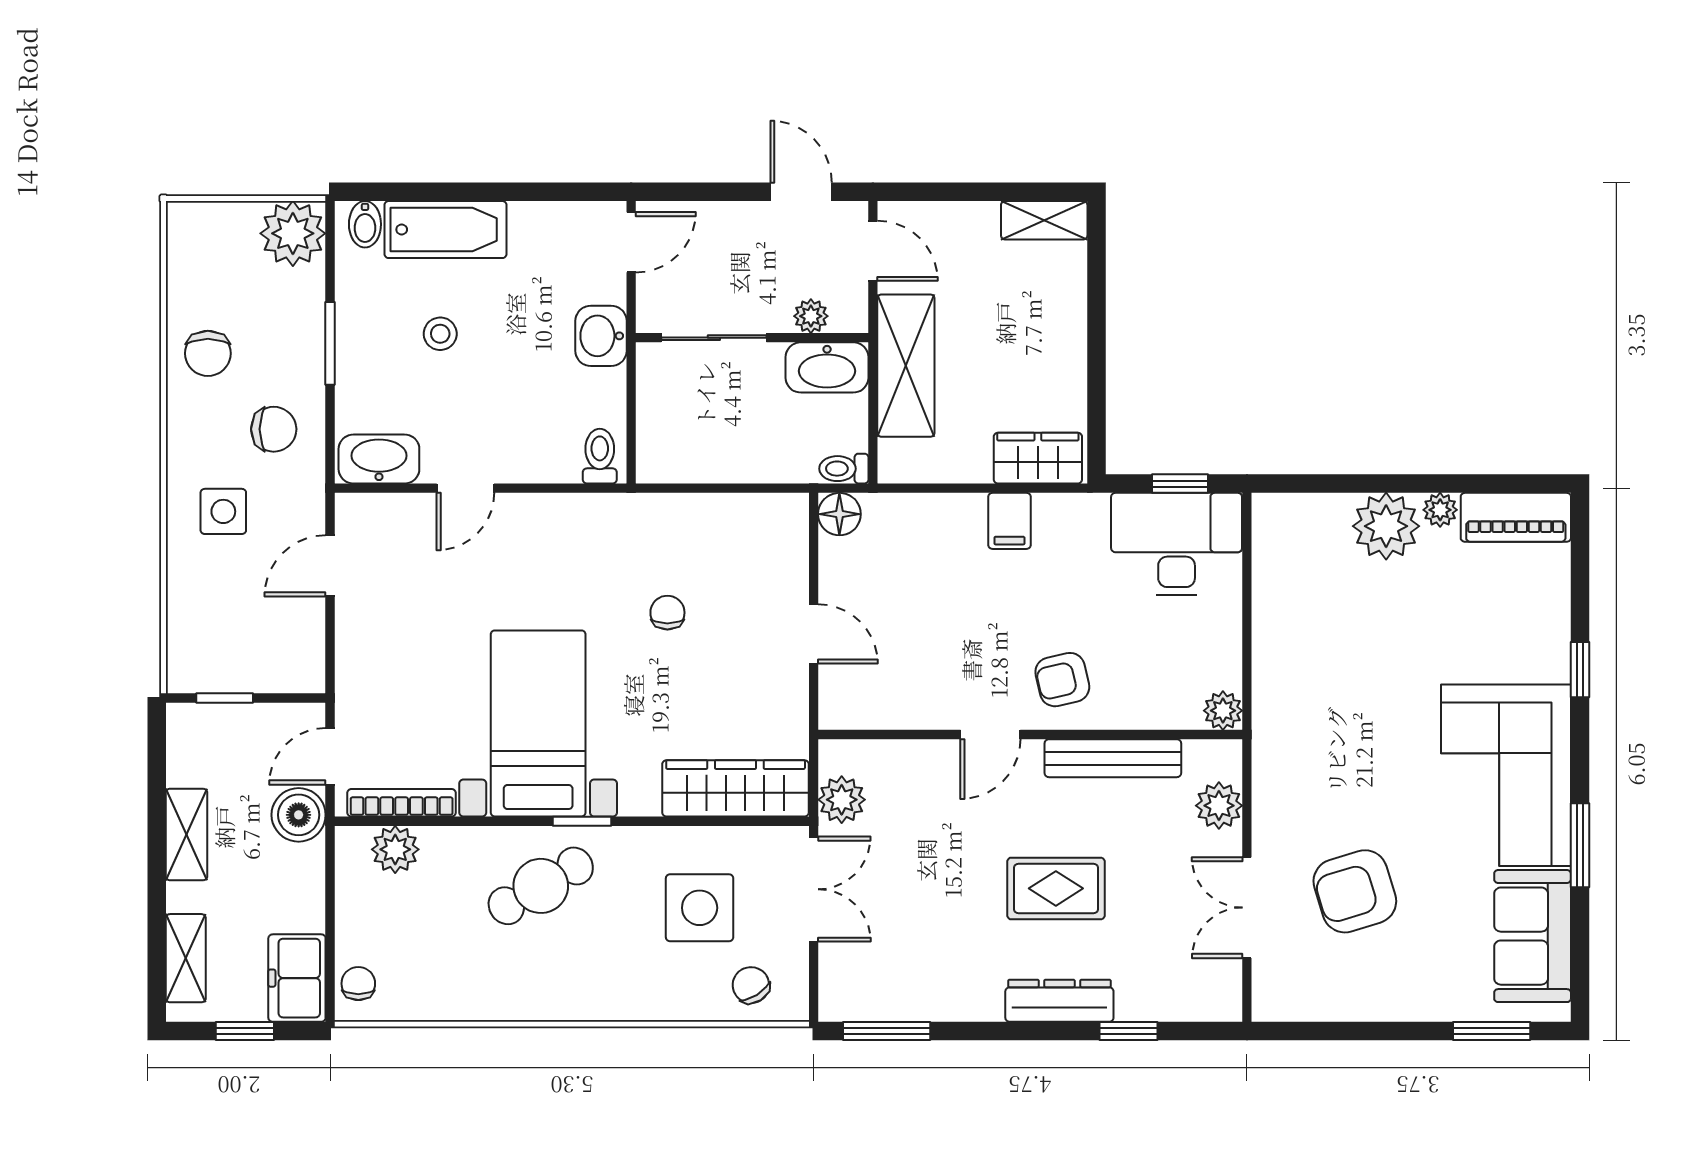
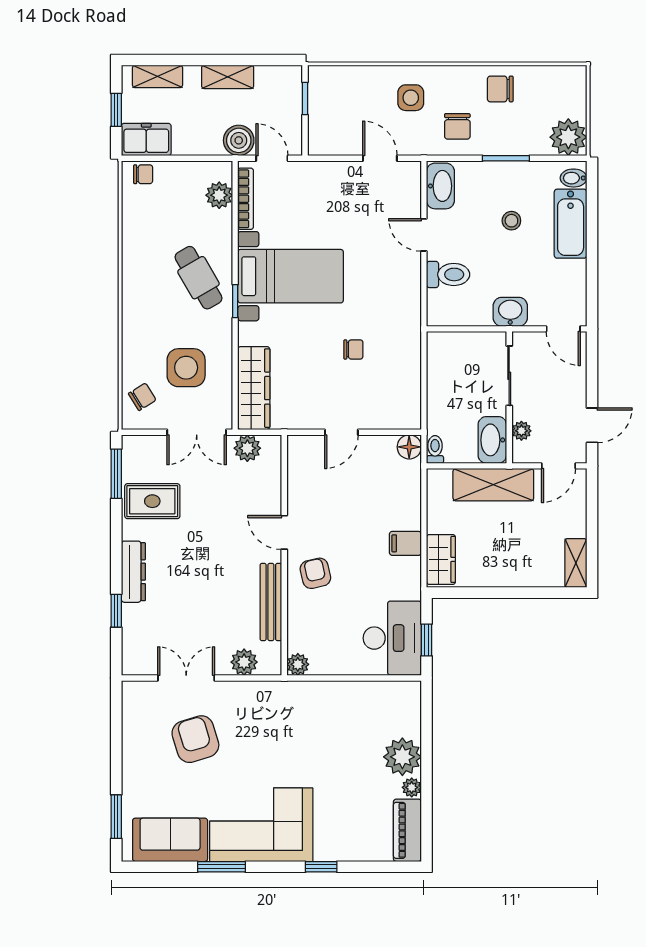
toilet: (600, 456) -> (448, 274), moved, width x1.37, depth x1.39
rug: (1056, 888) -> (152, 501), moved, turned 90

